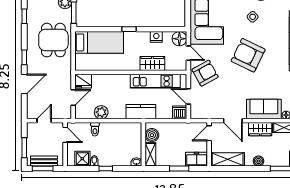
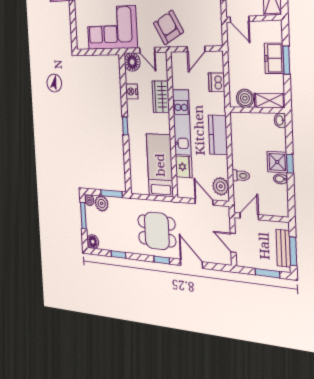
dining table: (53, 40) -> (157, 231), moved
bed: (99, 42) -> (160, 165), moved
door: (188, 53) -> (147, 50), swing flipped
fridge: (83, 81) -> (184, 167), moved
kitchen unit: (155, 81) -> (182, 122), moved
plant: (101, 112) -> (221, 186), moved
kitchen counter: (141, 112) -> (218, 135), moved
dishwasher: (180, 112) -> (217, 82), moved
shower: (82, 159) -> (277, 162), moved
freezer: (197, 159) -> (274, 58), moved

